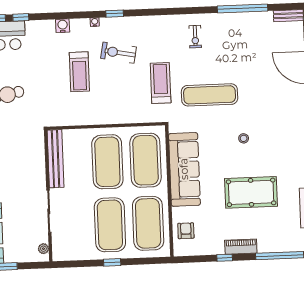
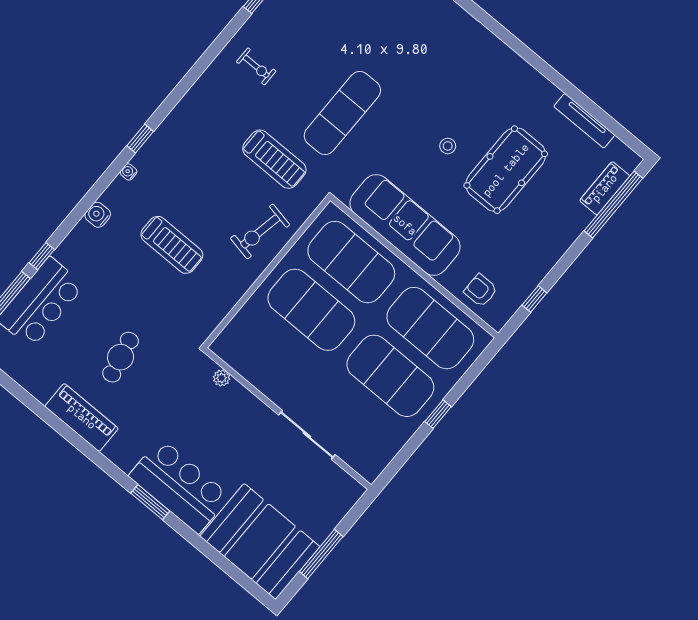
exercise bike: (119, 53) -> (260, 232), moved
treadmill: (161, 83) -> (274, 159), turned 180
stool: (244, 138) -> (448, 146), moved
bench: (56, 159) -> (251, 369), removed
piano: (241, 247) -> (605, 188), moved
plant: (43, 249) -> (222, 378), moved
window: (225, 258) -> (534, 299), moved

